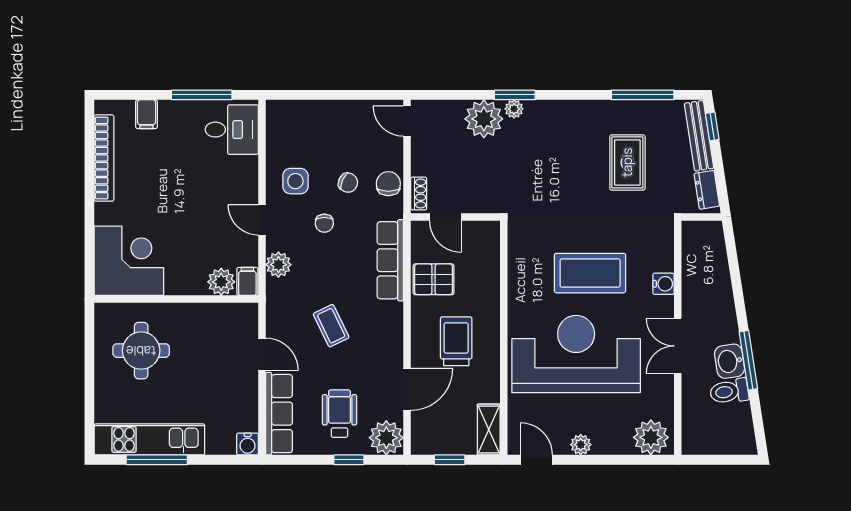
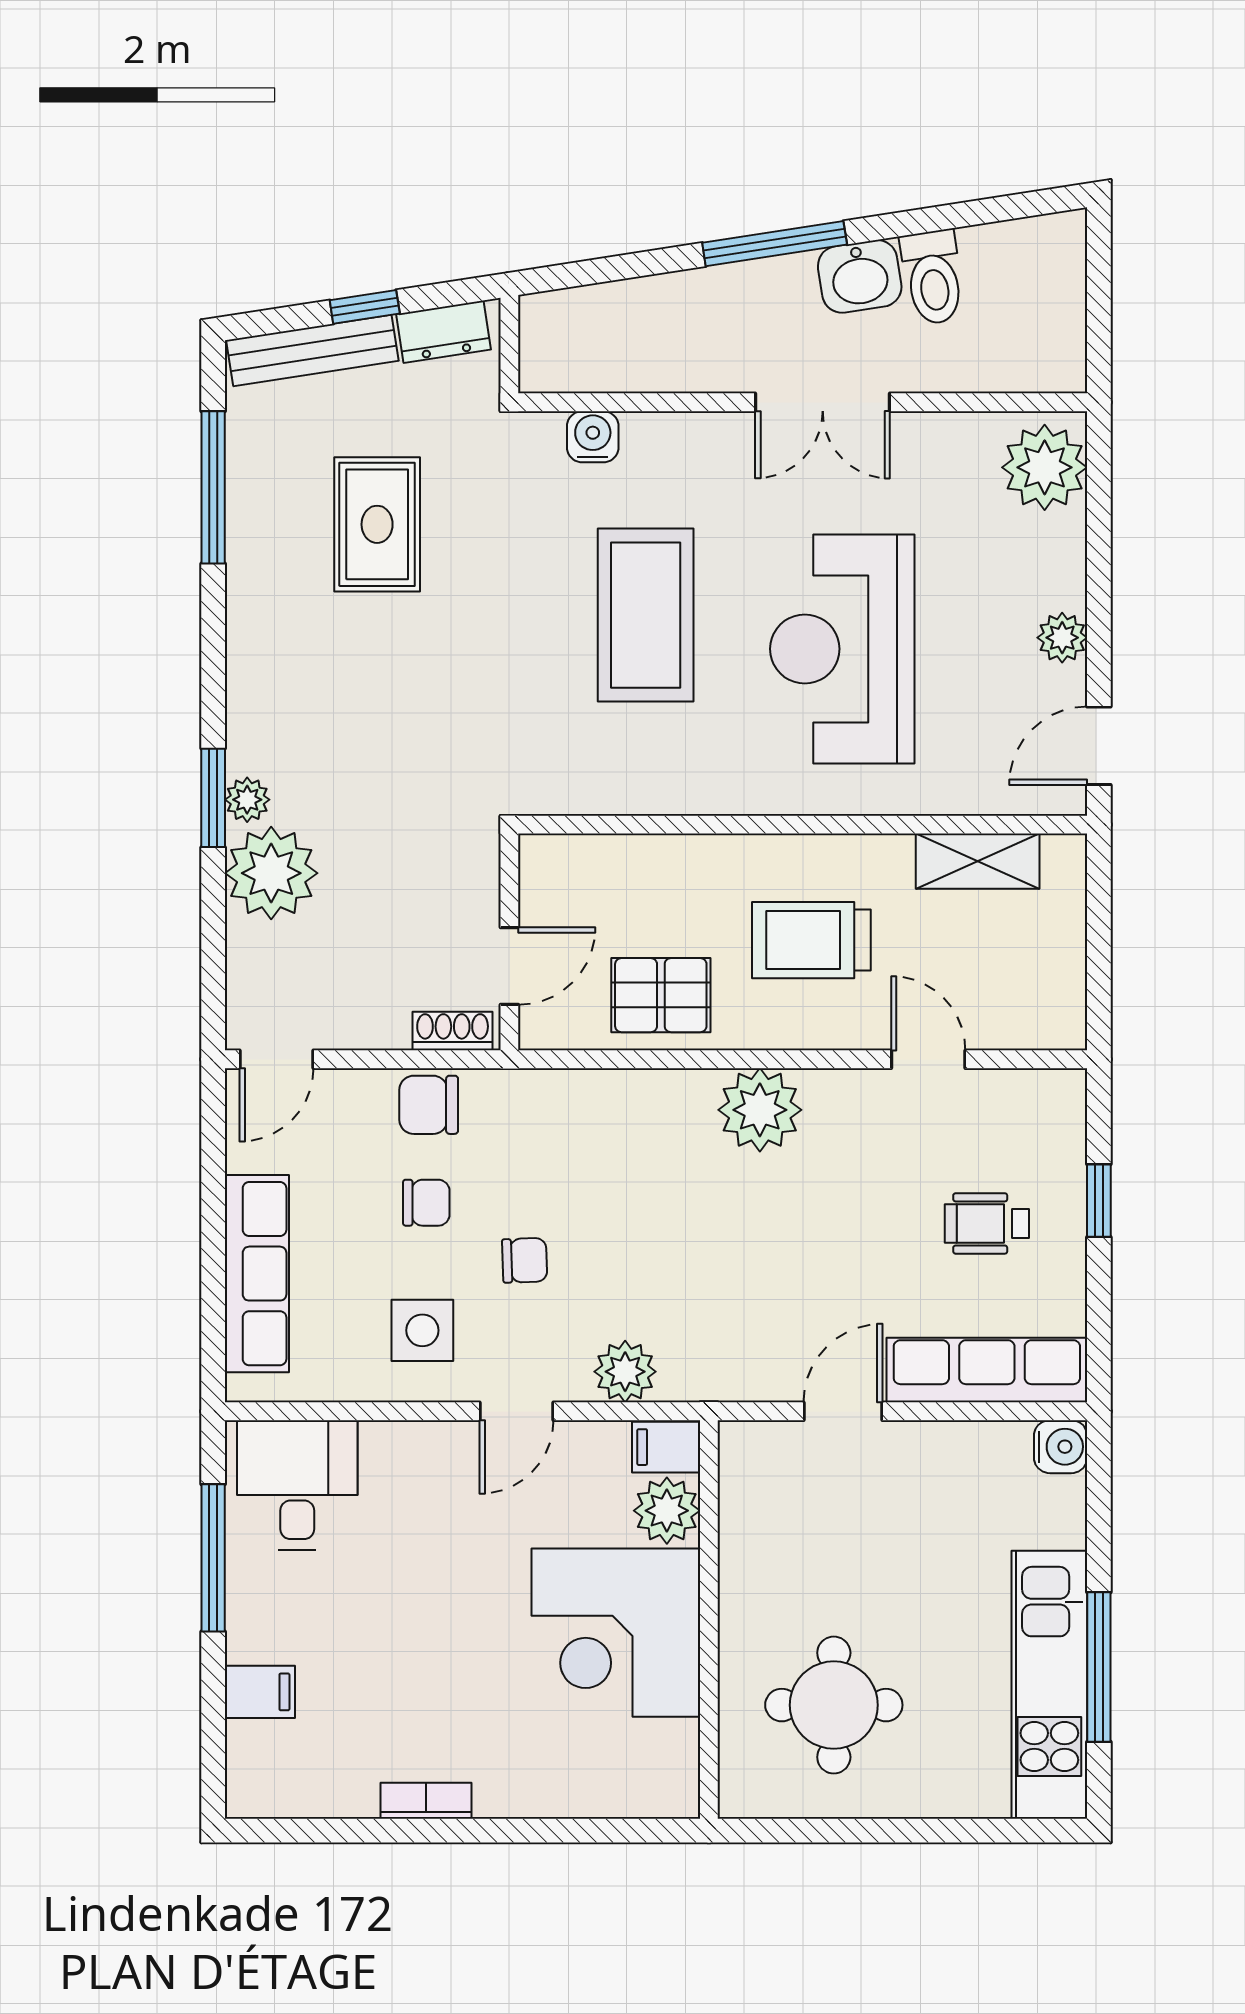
window: (712, 126) -> (365, 307), moved
bookcase: (104, 158) -> (426, 1801), width x0.43, depth x0.76
rug: (627, 162) -> (377, 524), turned 90
chair: (348, 183) -> (426, 1203), turned 66
row of seats: (390, 260) -> (257, 1274), moved, turned -90
corner desk: (129, 261) -> (616, 1633), moved, turned -90
pallet: (434, 279) -> (661, 995), turned 90
water cooler: (663, 284) -> (593, 437), moved
coffee table: (331, 326) -> (773, 1244), removed
reception desk: (576, 354) -> (842, 649), width x0.74, depth x0.77
window: (748, 360) -> (775, 244), moved
door: (407, 389) -> (928, 1059), width x0.73
wheelchair: (339, 414) -> (987, 1223), width x0.73, depth x0.73
shelving: (489, 430) -> (978, 861), moved
plant: (386, 438) -> (760, 1110), moved
window: (450, 460) -> (1099, 956), removed

